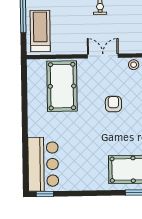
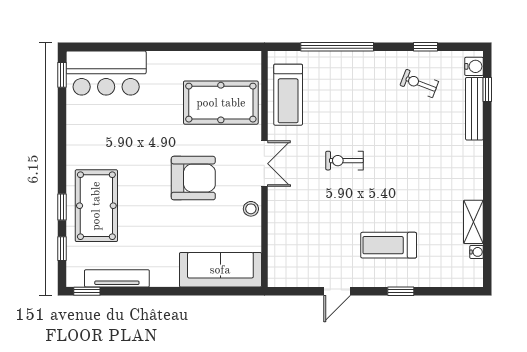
treadmill: (40, 31) -> (288, 95), moved, turned 90
armchair: (113, 104) -> (193, 178), width x1.88, depth x1.88

